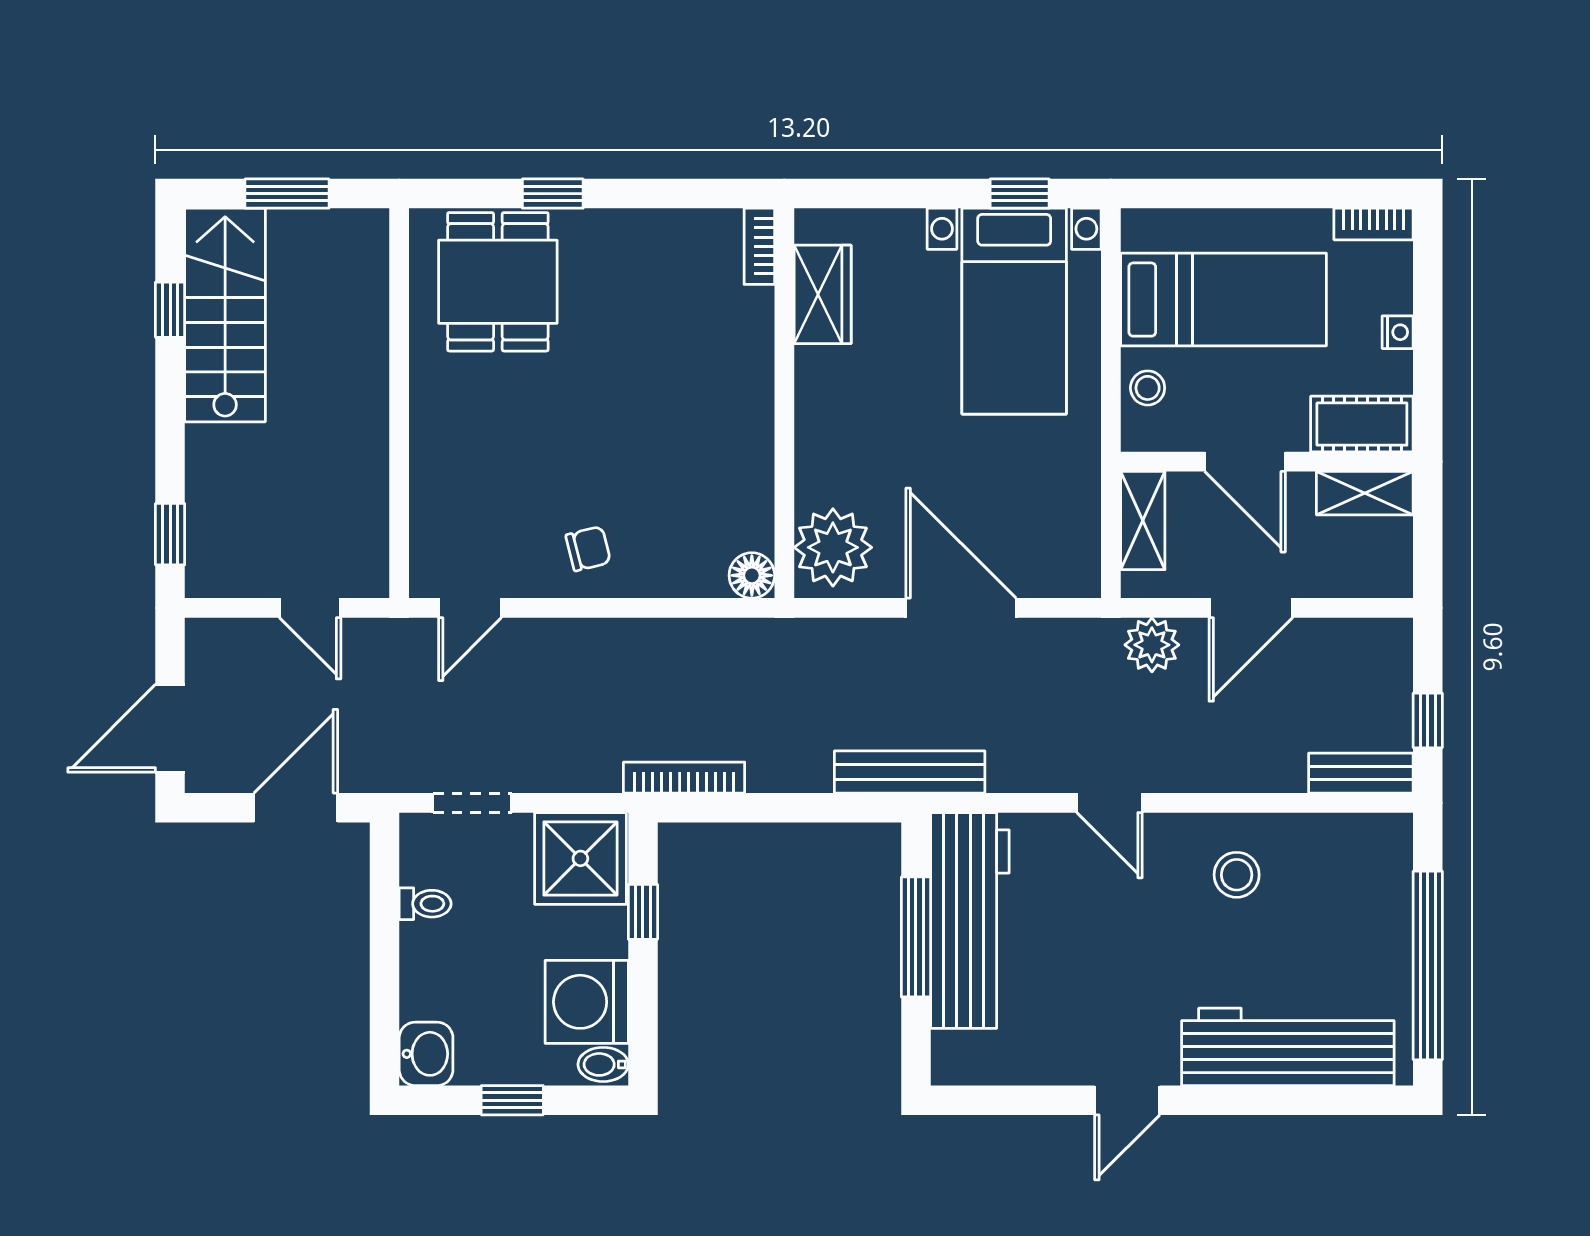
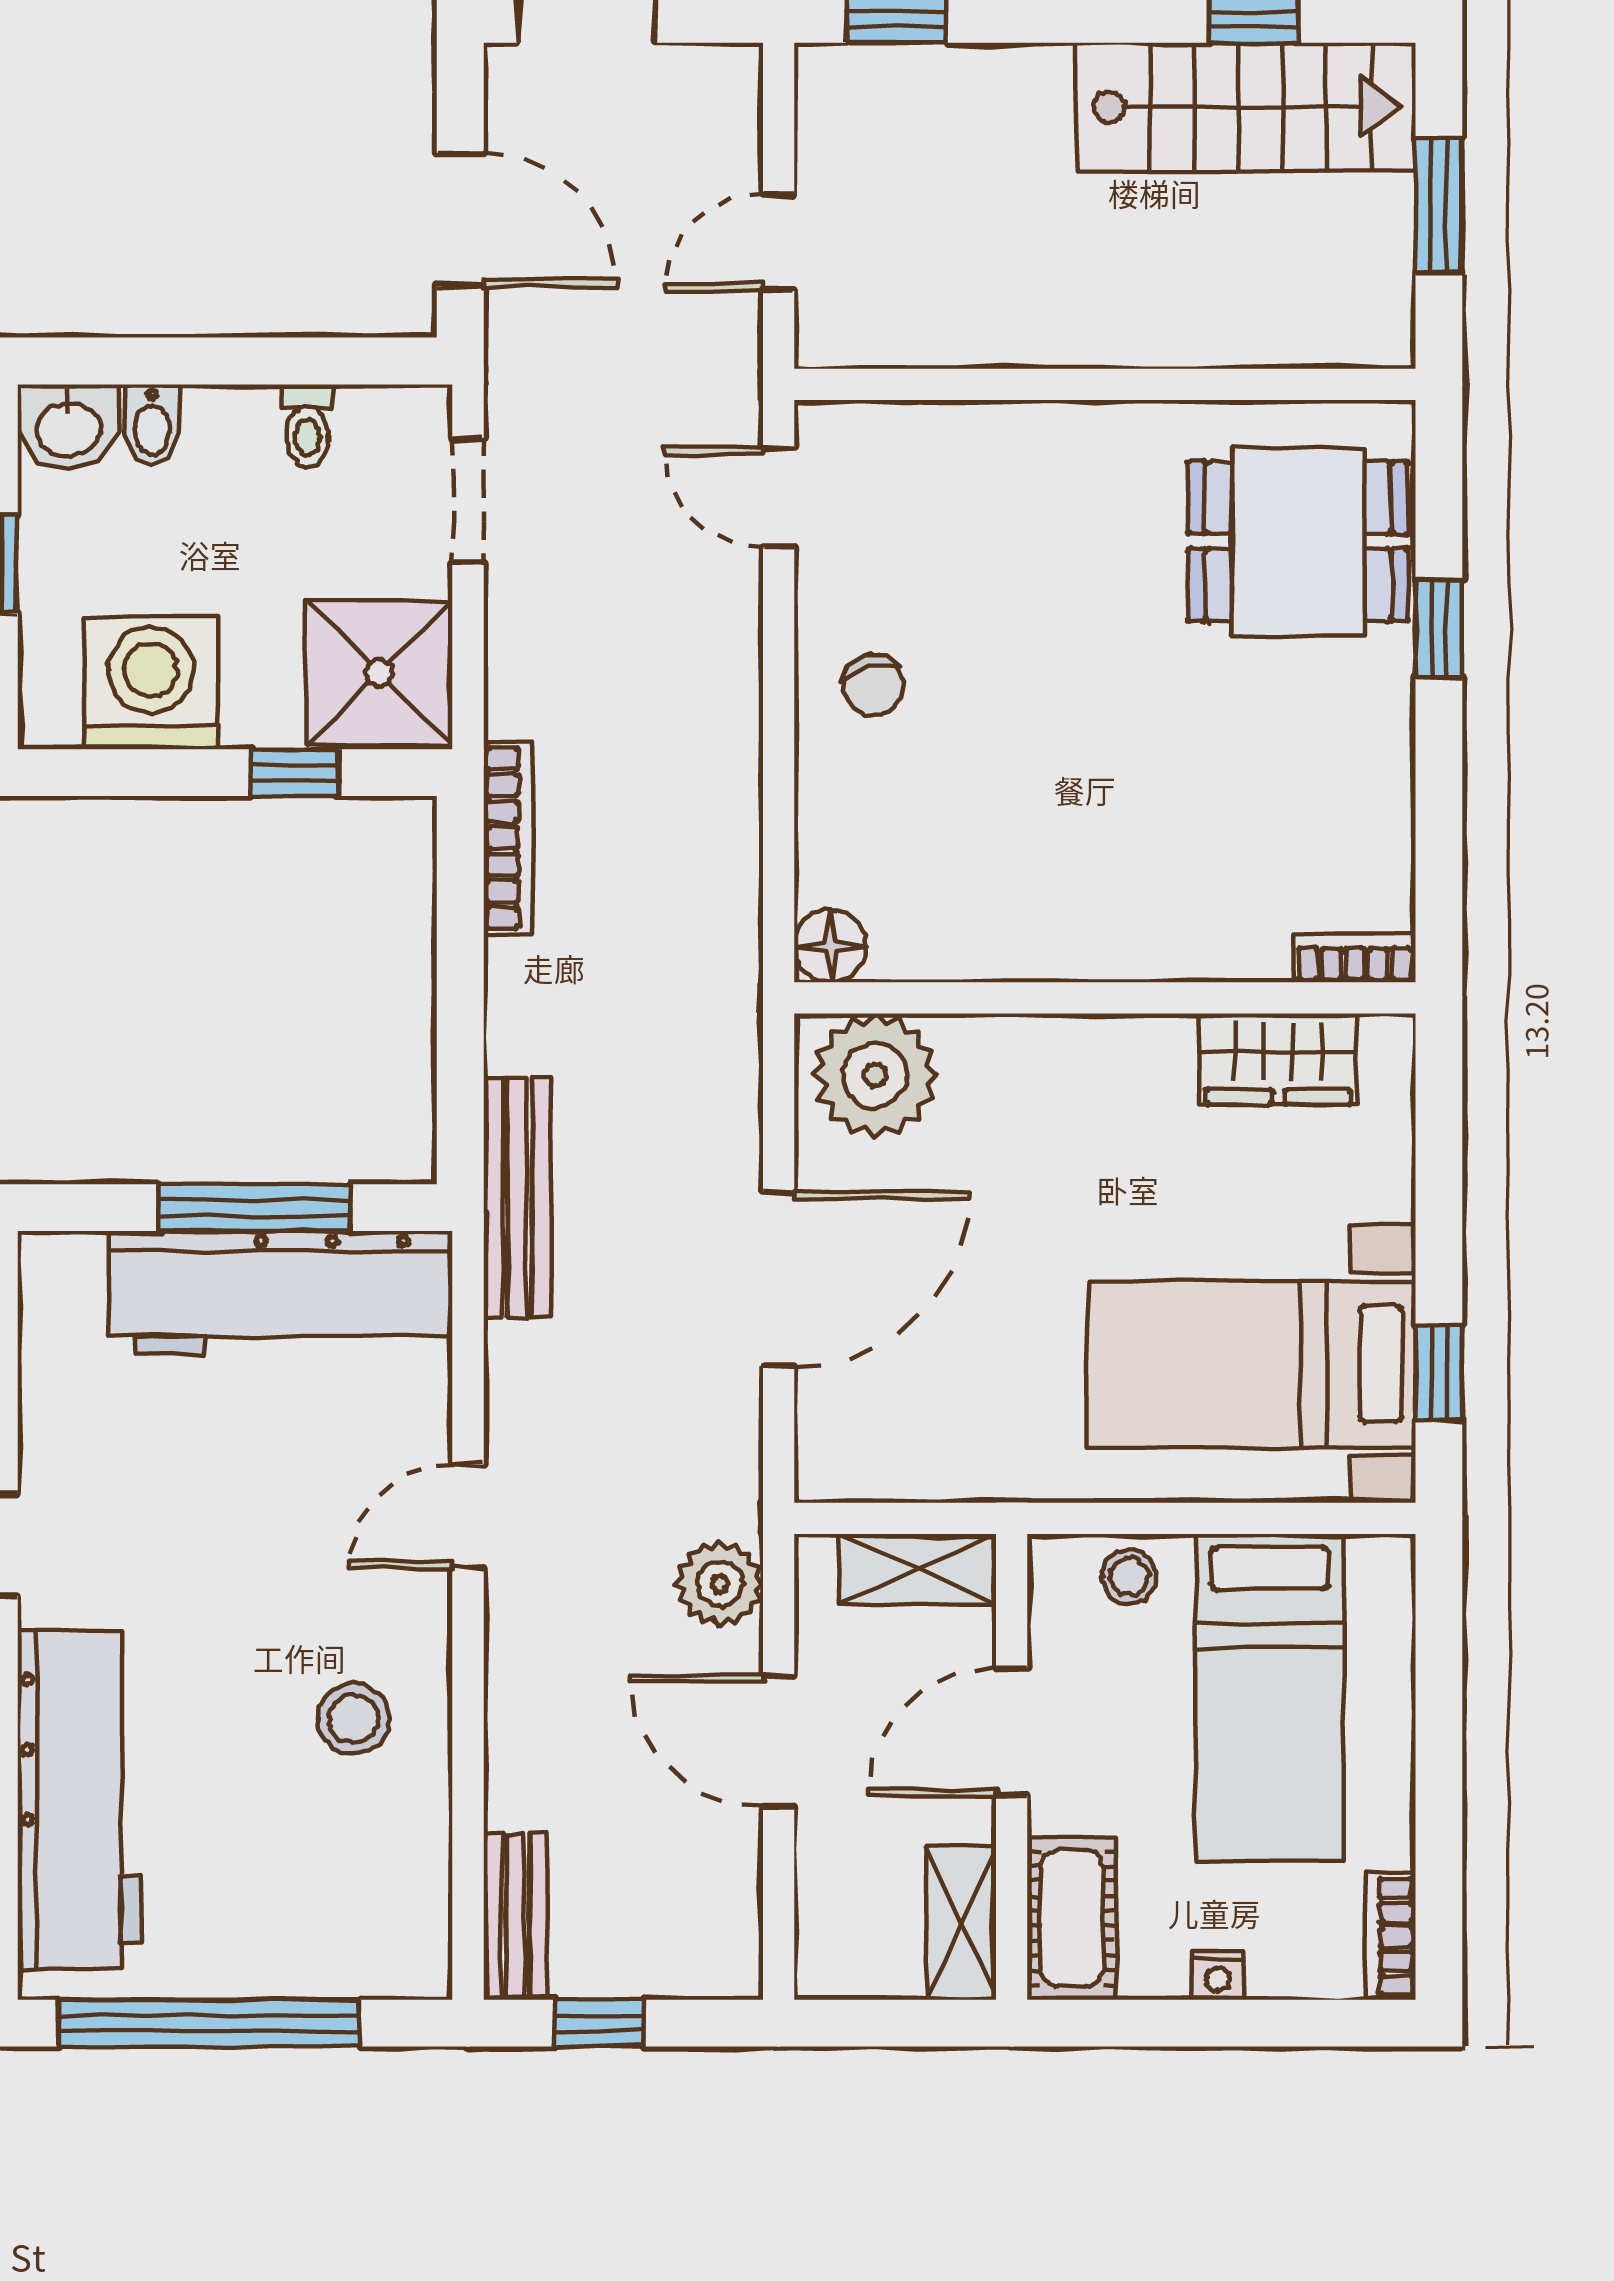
bidet: (603, 1064) -> (152, 424), moved, turned 180

